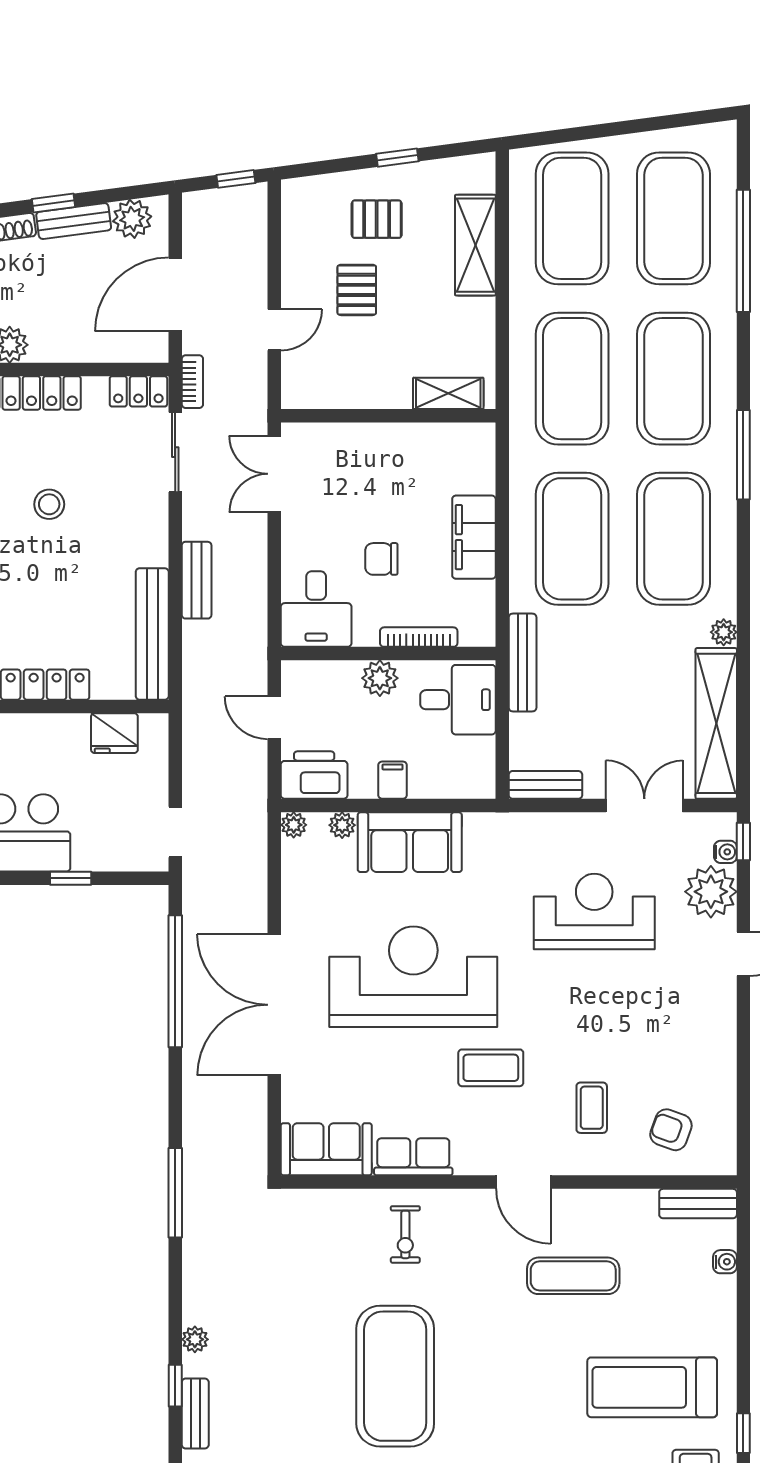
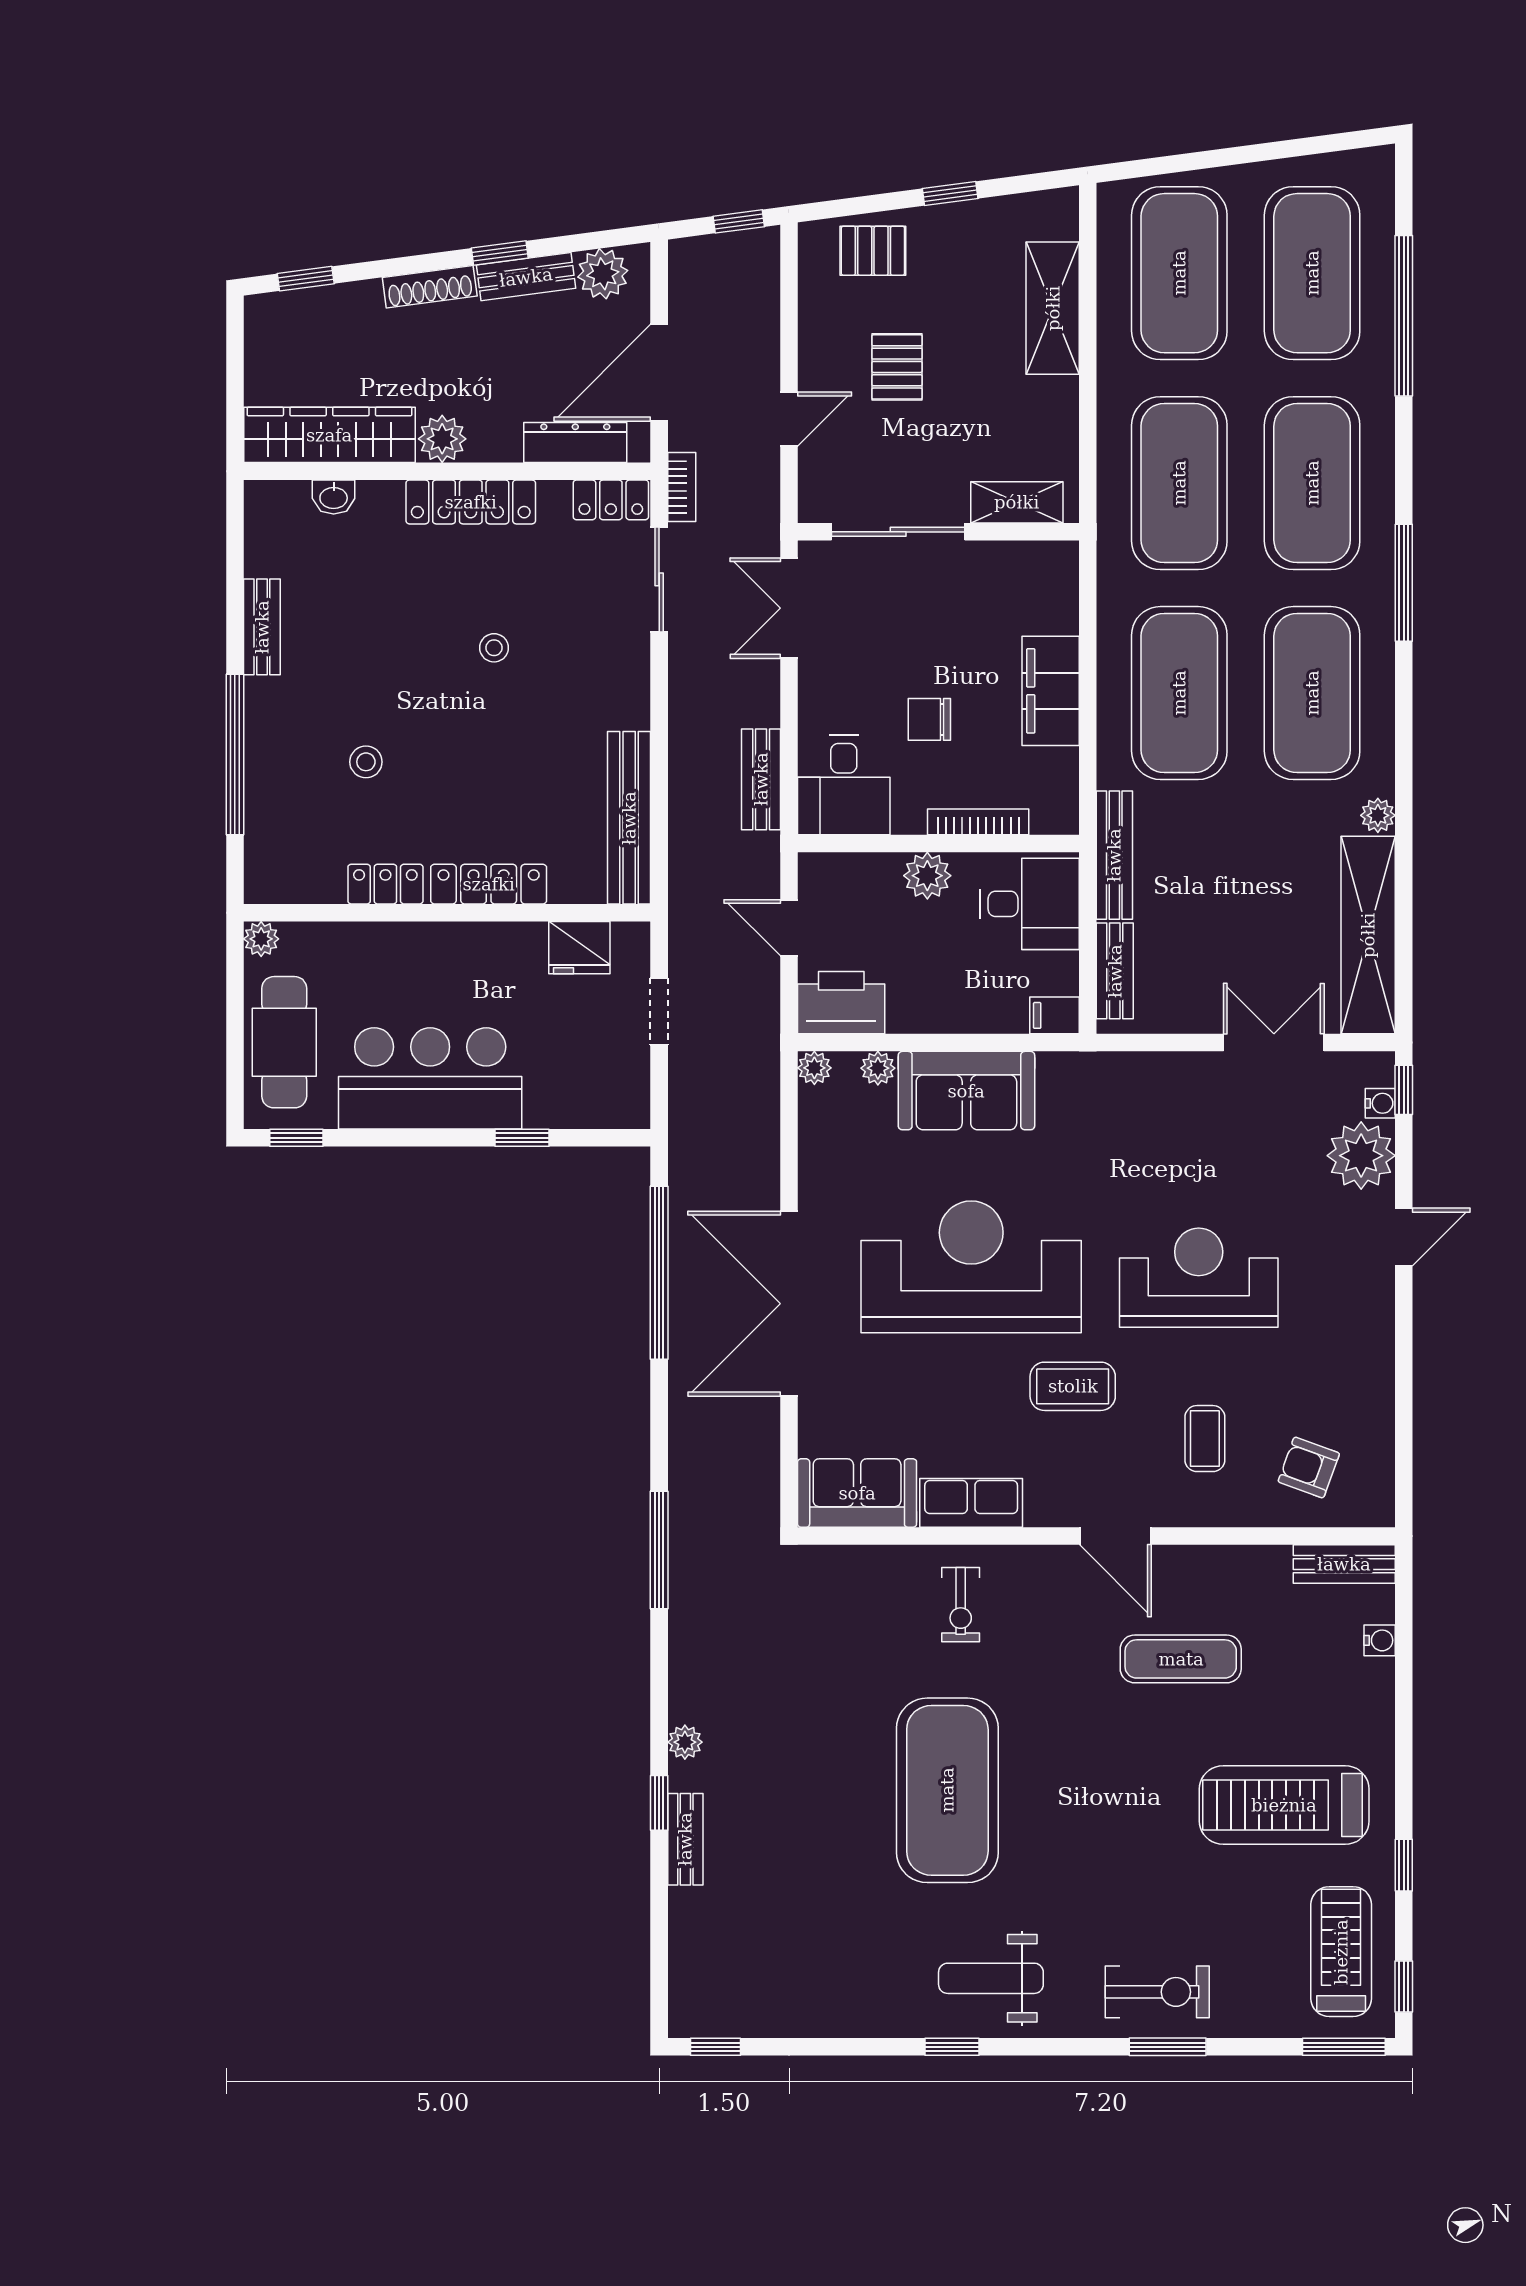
pallet: (377, 219) -> (873, 251), moved
dresser: (111, 348) -> (575, 442), added
sliding door: (358, 416) -> (898, 532), added
stool: (49, 504) -> (494, 648), width x0.73, depth x0.73
bench: (197, 580) -> (761, 779), moved
filing cabinet: (393, 780) -> (1054, 1015), moved, turned -90
bench: (546, 785) -> (1115, 971), moved, turned 90
doorway: (175, 832) -> (659, 1011), moved
reception desk: (594, 912) -> (1199, 1278), moved

